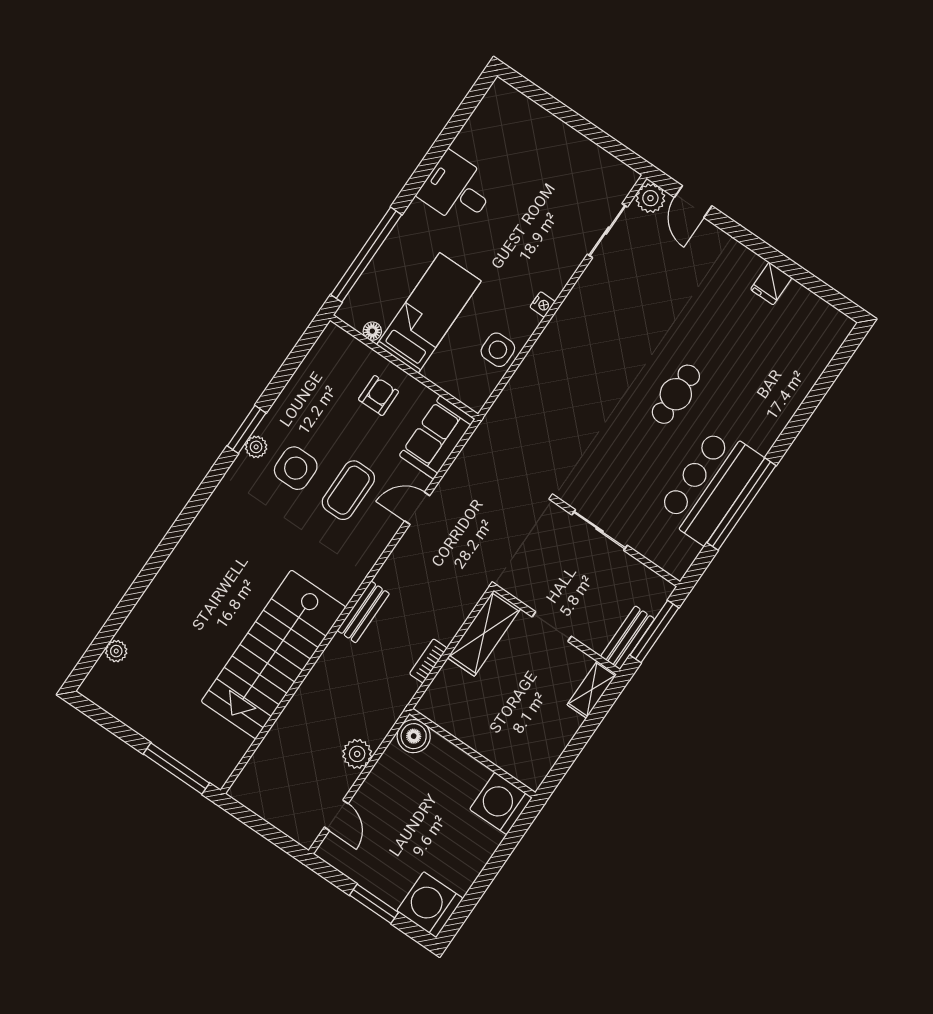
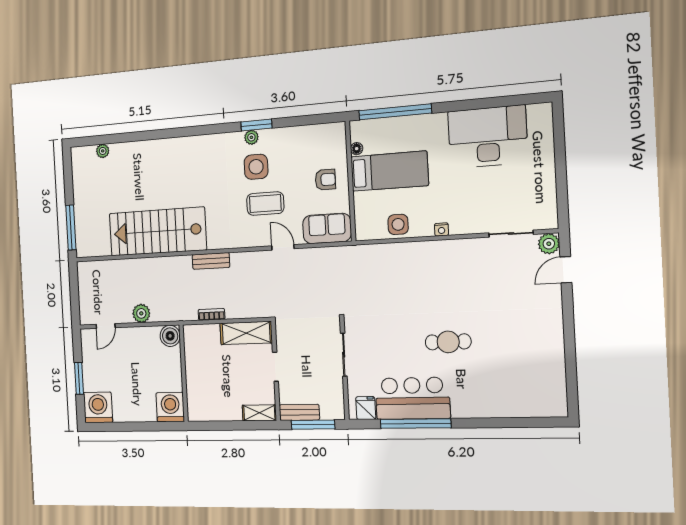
desk: (457, 189) -> (488, 137), width x1.87, depth x1.30
fridge: (771, 283) -> (366, 408), moved, turned 90

